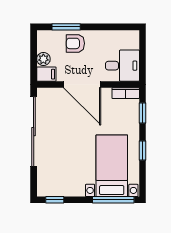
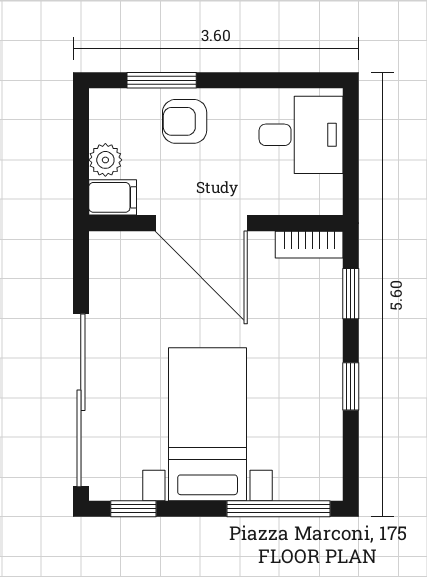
desk: (122, 66) -> (301, 135), moved
sliding door: (34, 132) -> (81, 400), moved
bed with nightstands: (112, 166) -> (208, 424), moved

